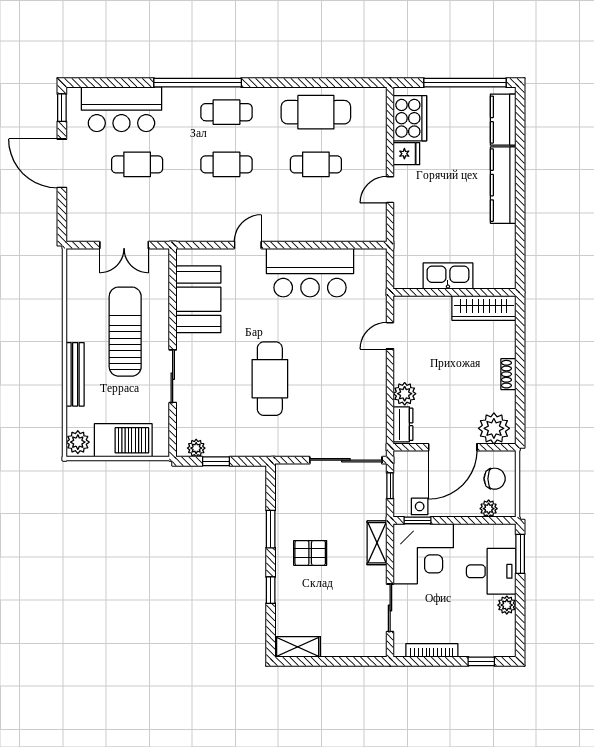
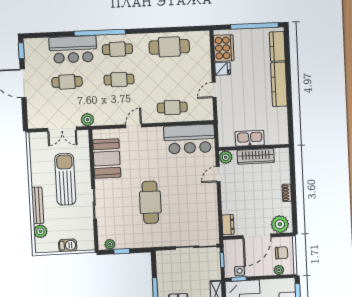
bar counter: (121, 109) -> (73, 49), moved
cafe table: (316, 164) -> (172, 107), moved
plant: (169, 231) -> (87, 120), added
bar counter: (310, 273) -> (189, 139), moved
wardrobe: (484, 308) -> (256, 156), moved
plant: (405, 394) -> (226, 157), moved
barbecue: (123, 440) -> (68, 245), width x0.53, depth x0.65
plant: (78, 442) -> (40, 231), moved

